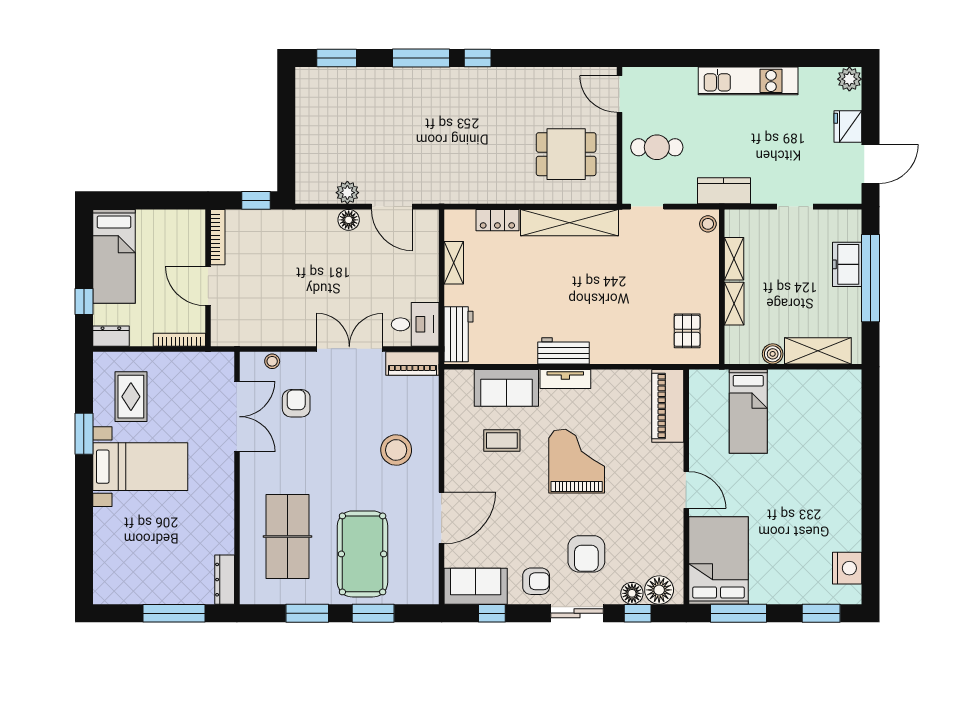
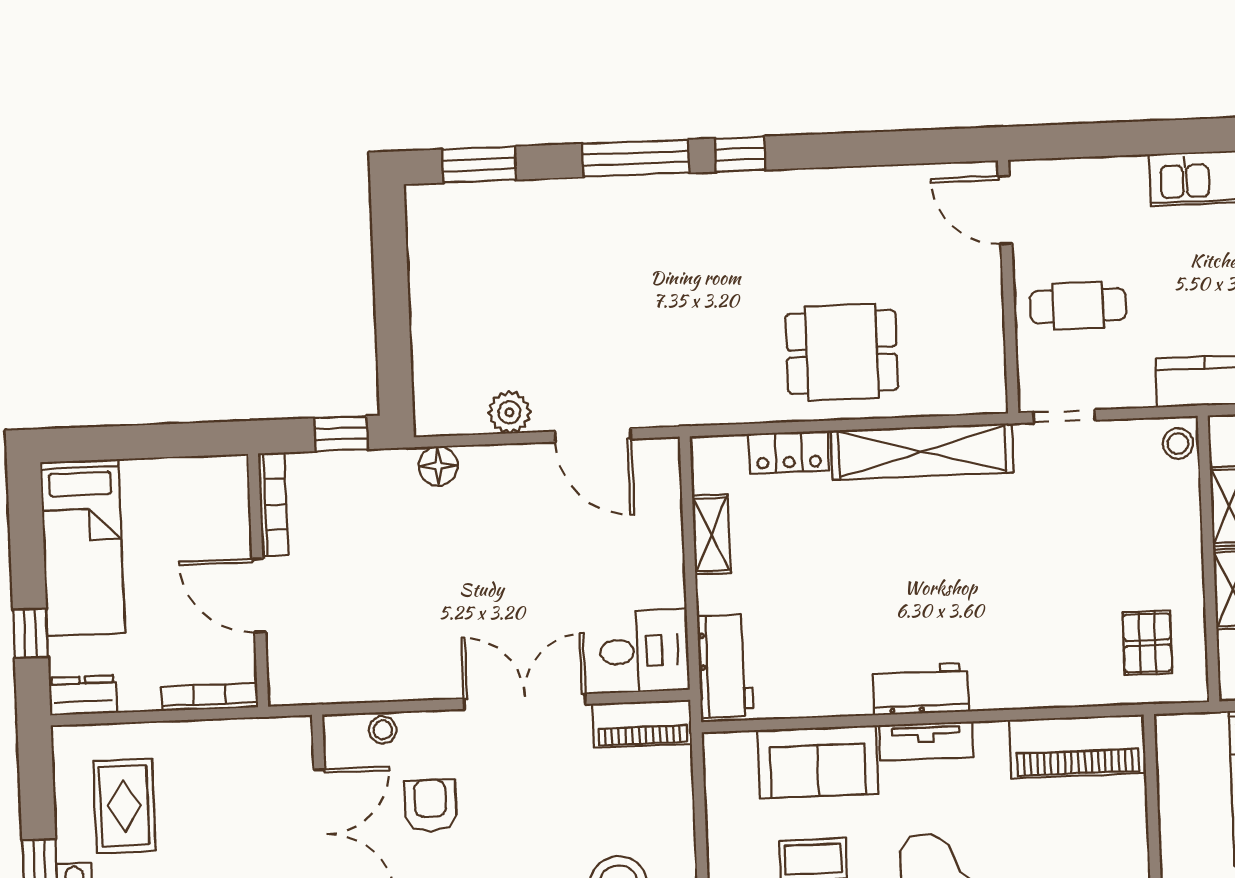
dining table: (566, 154) -> (842, 352), moved
floor lamp: (349, 220) -> (438, 466), moved
piano: (668, 406) -> (1078, 746), moved, turned -90

